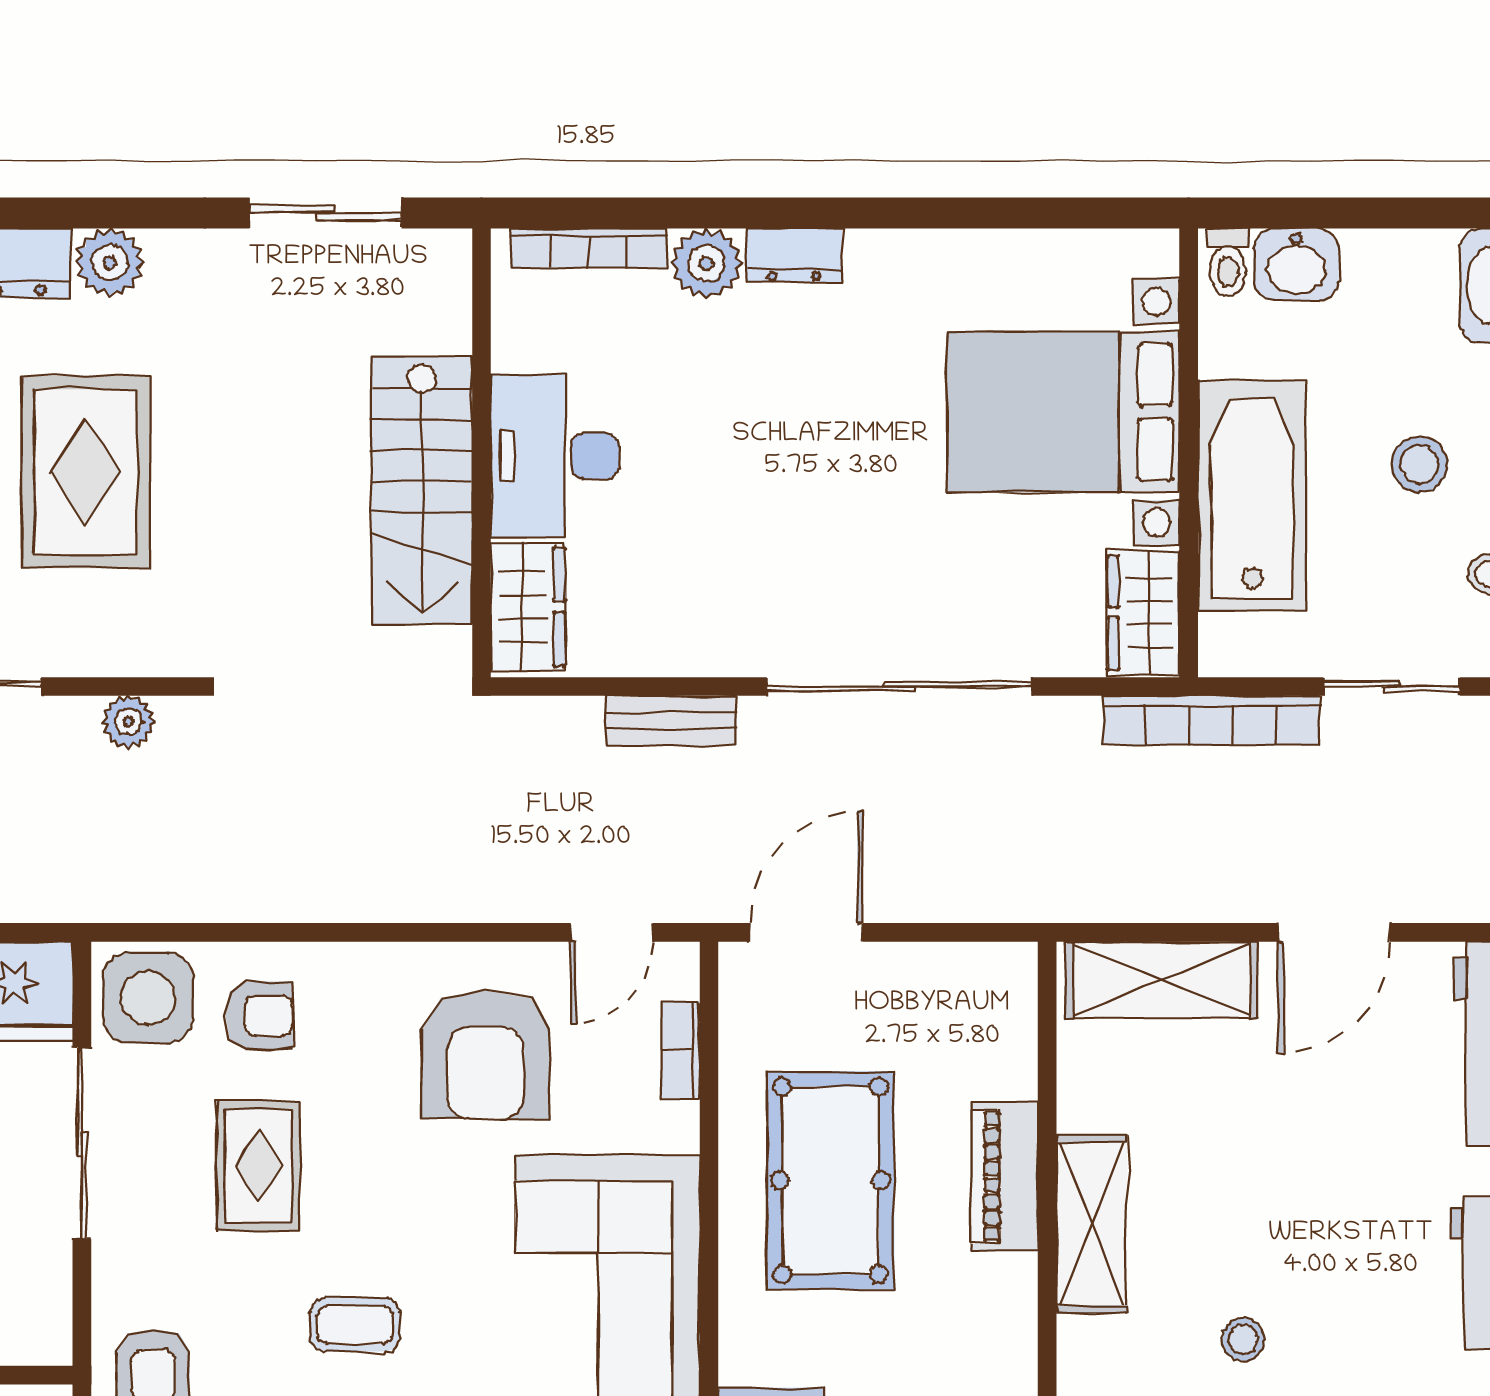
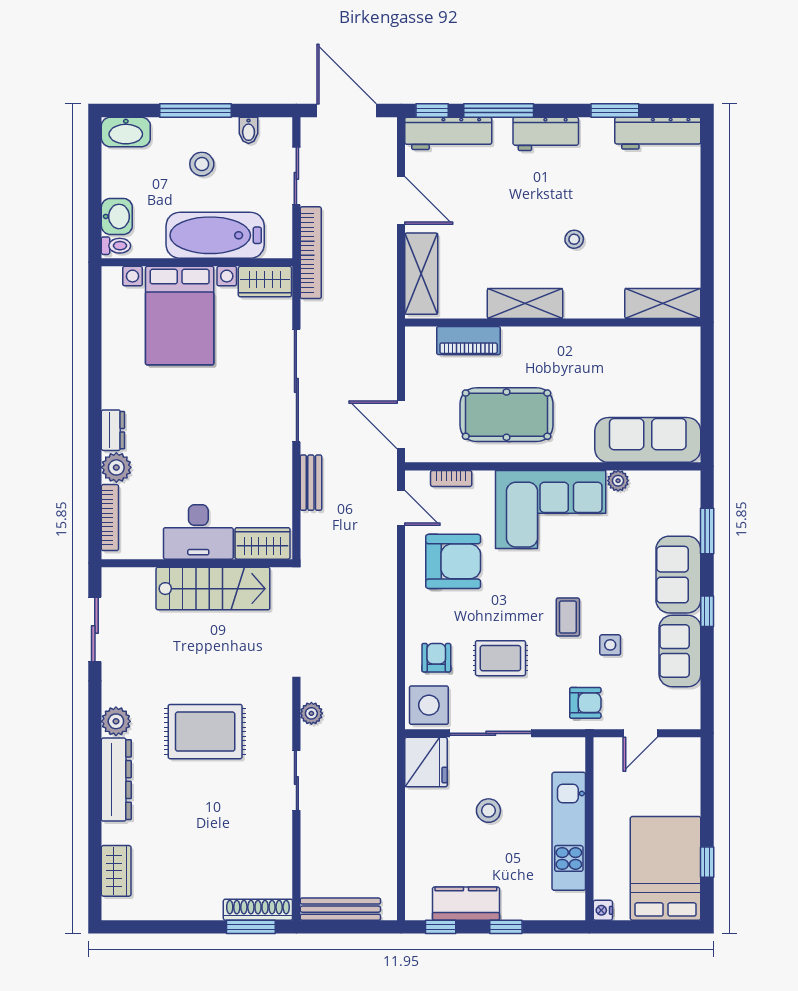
piano: (1005, 1177) -> (469, 341), moved

